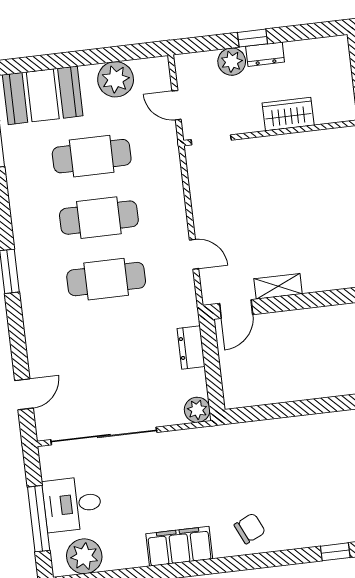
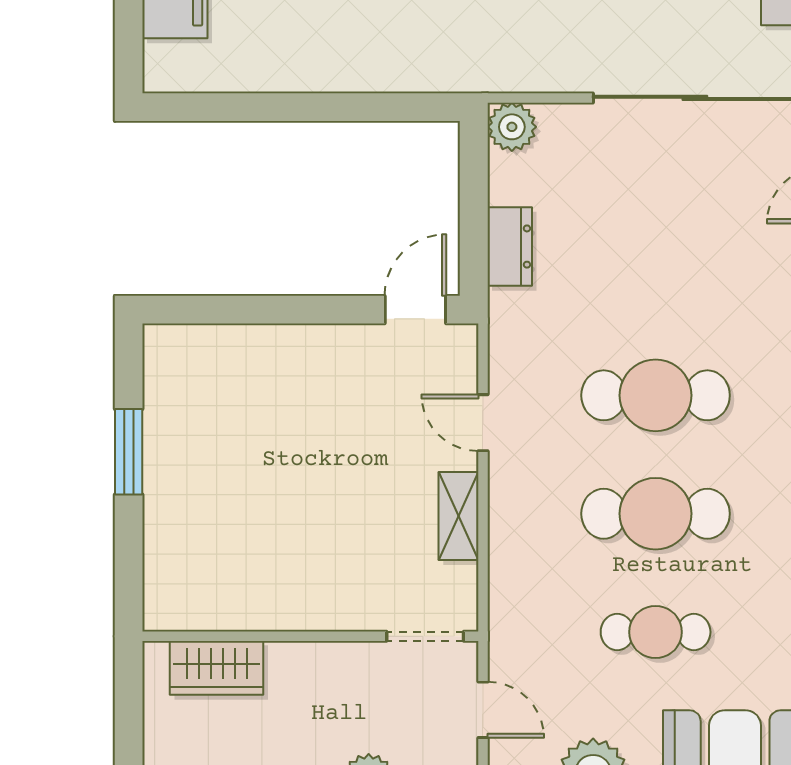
wardrobe: (288, 114) -> (217, 668), moved
cafe table: (92, 156) -> (656, 632), width x0.73, depth x0.74
shelving: (278, 286) -> (459, 516), moved, turned 90

